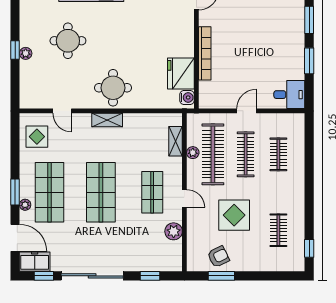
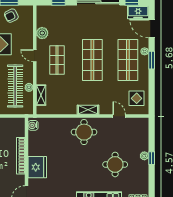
fridge: (181, 73) -> (37, 167), moved

